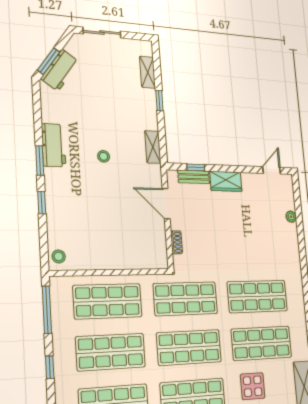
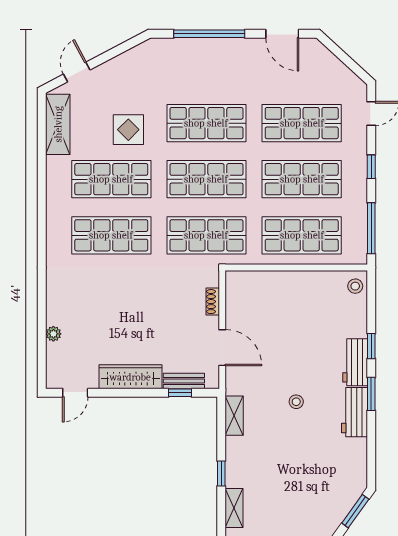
workbench: (60, 70) -> (355, 362), moved, turned -36
wardrobe: (226, 181) -> (130, 377), width x1.50

